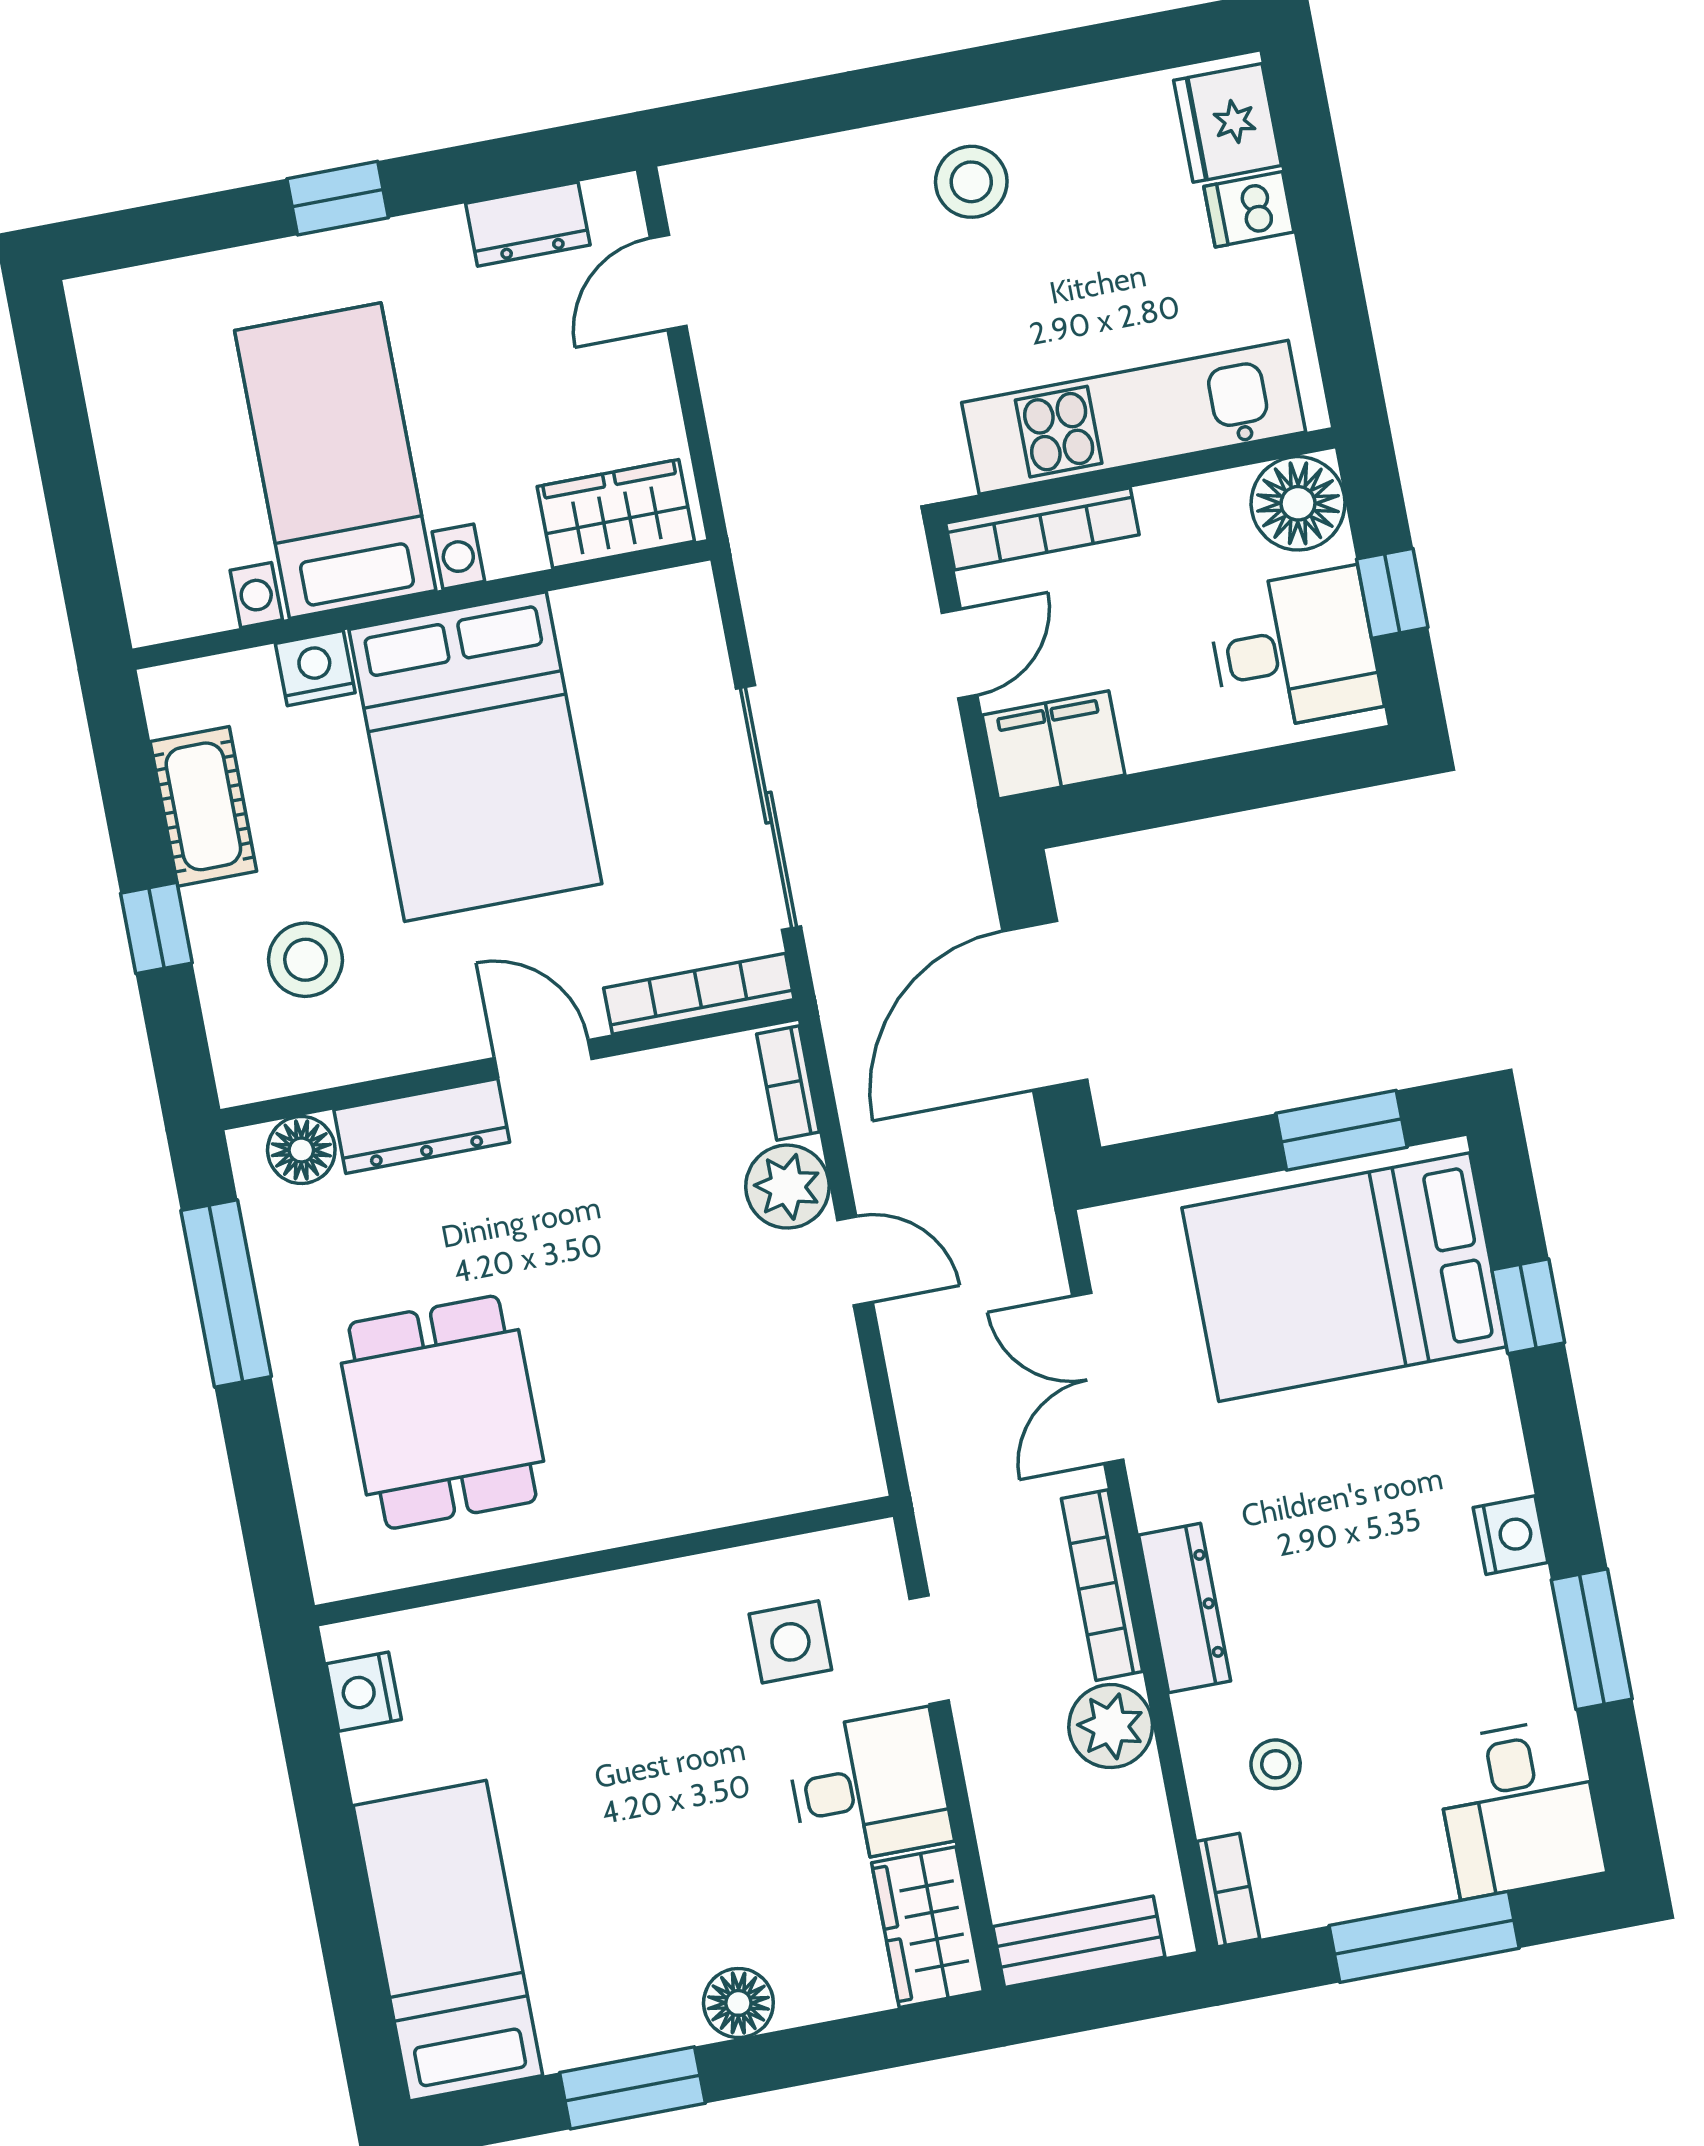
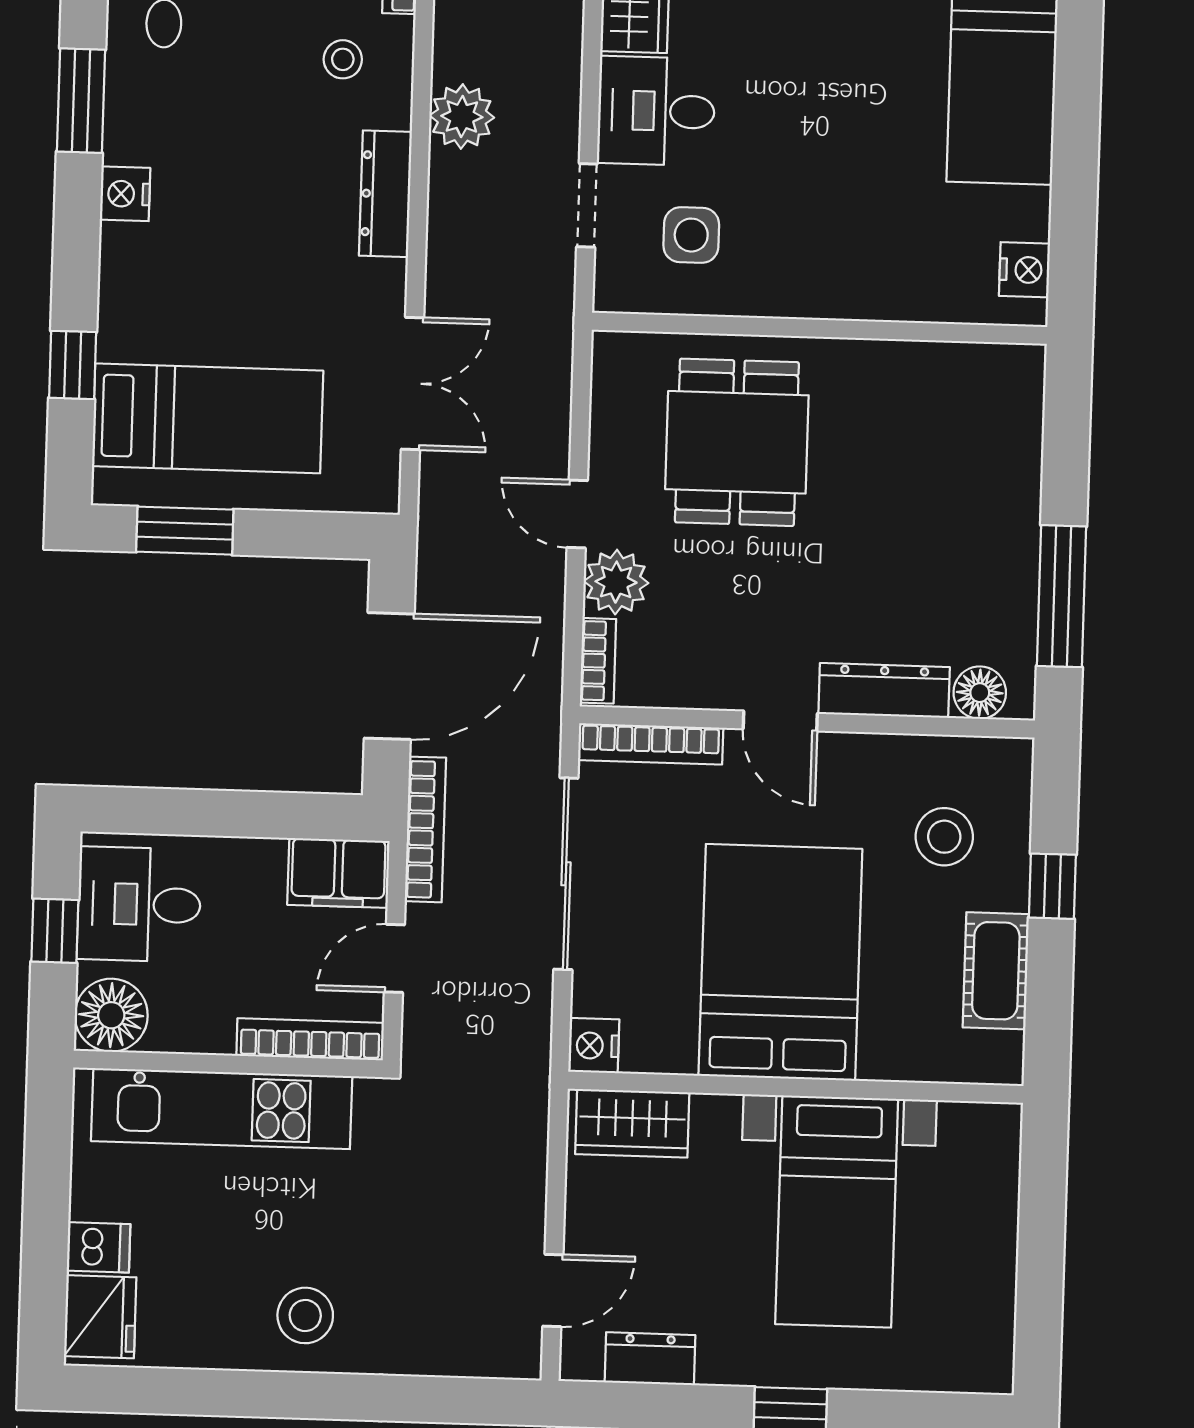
nightstand: (315, 668) -> (594, 1046), moved, turned 90
bed: (1344, 1277) -> (208, 418), width x0.67
dining table: (443, 1412) -> (737, 442), moved
bookcase: (1102, 1585) -> (425, 829), moved

